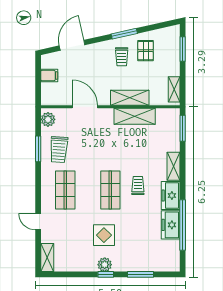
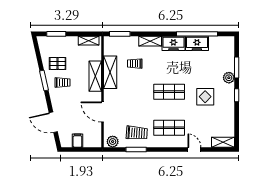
door: (85, 107) -> (102, 112), hinge flipped
trolley: (138, 186) -> (135, 64), moved
door: (38, 222) -> (194, 149), swing flipped
plant: (105, 265) -> (229, 78), moved

